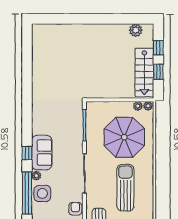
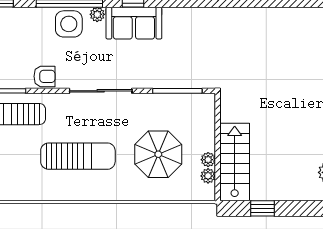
window: (158, 48) -> (301, 208), removed
stairs: (144, 73) -> (235, 162), moved, turned 90
plant: (148, 106) -> (208, 160), moved
parasol: (124, 137) -> (158, 154), width x0.73, depth x0.73

